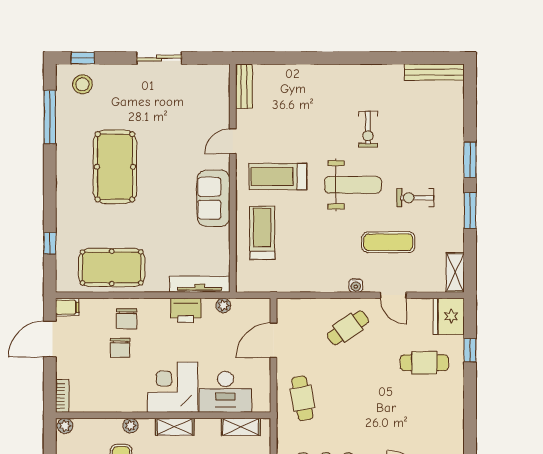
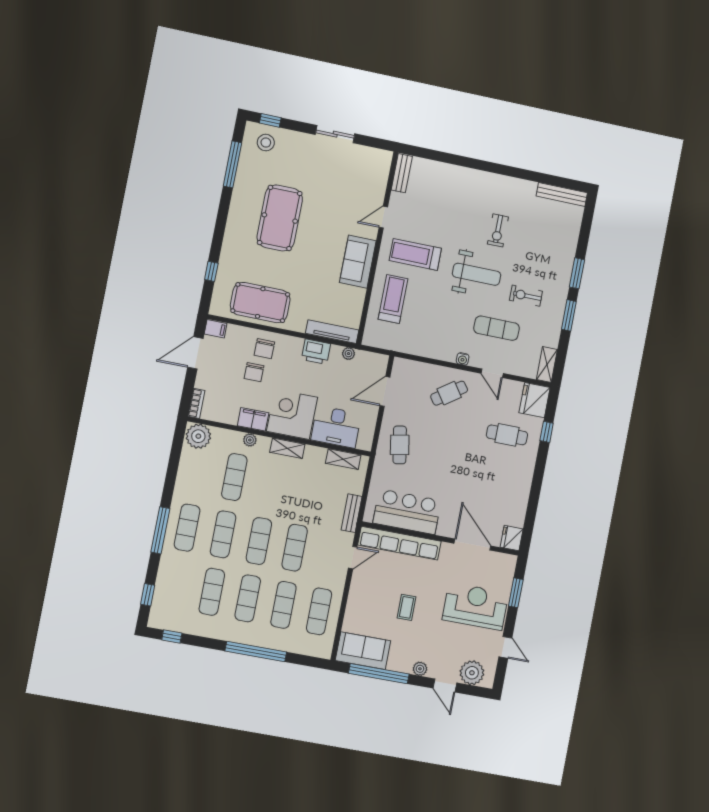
filing cabinet: (129, 401) -> (253, 419), added
plant: (65, 426) -> (198, 436), width x1.88, depth x1.88

